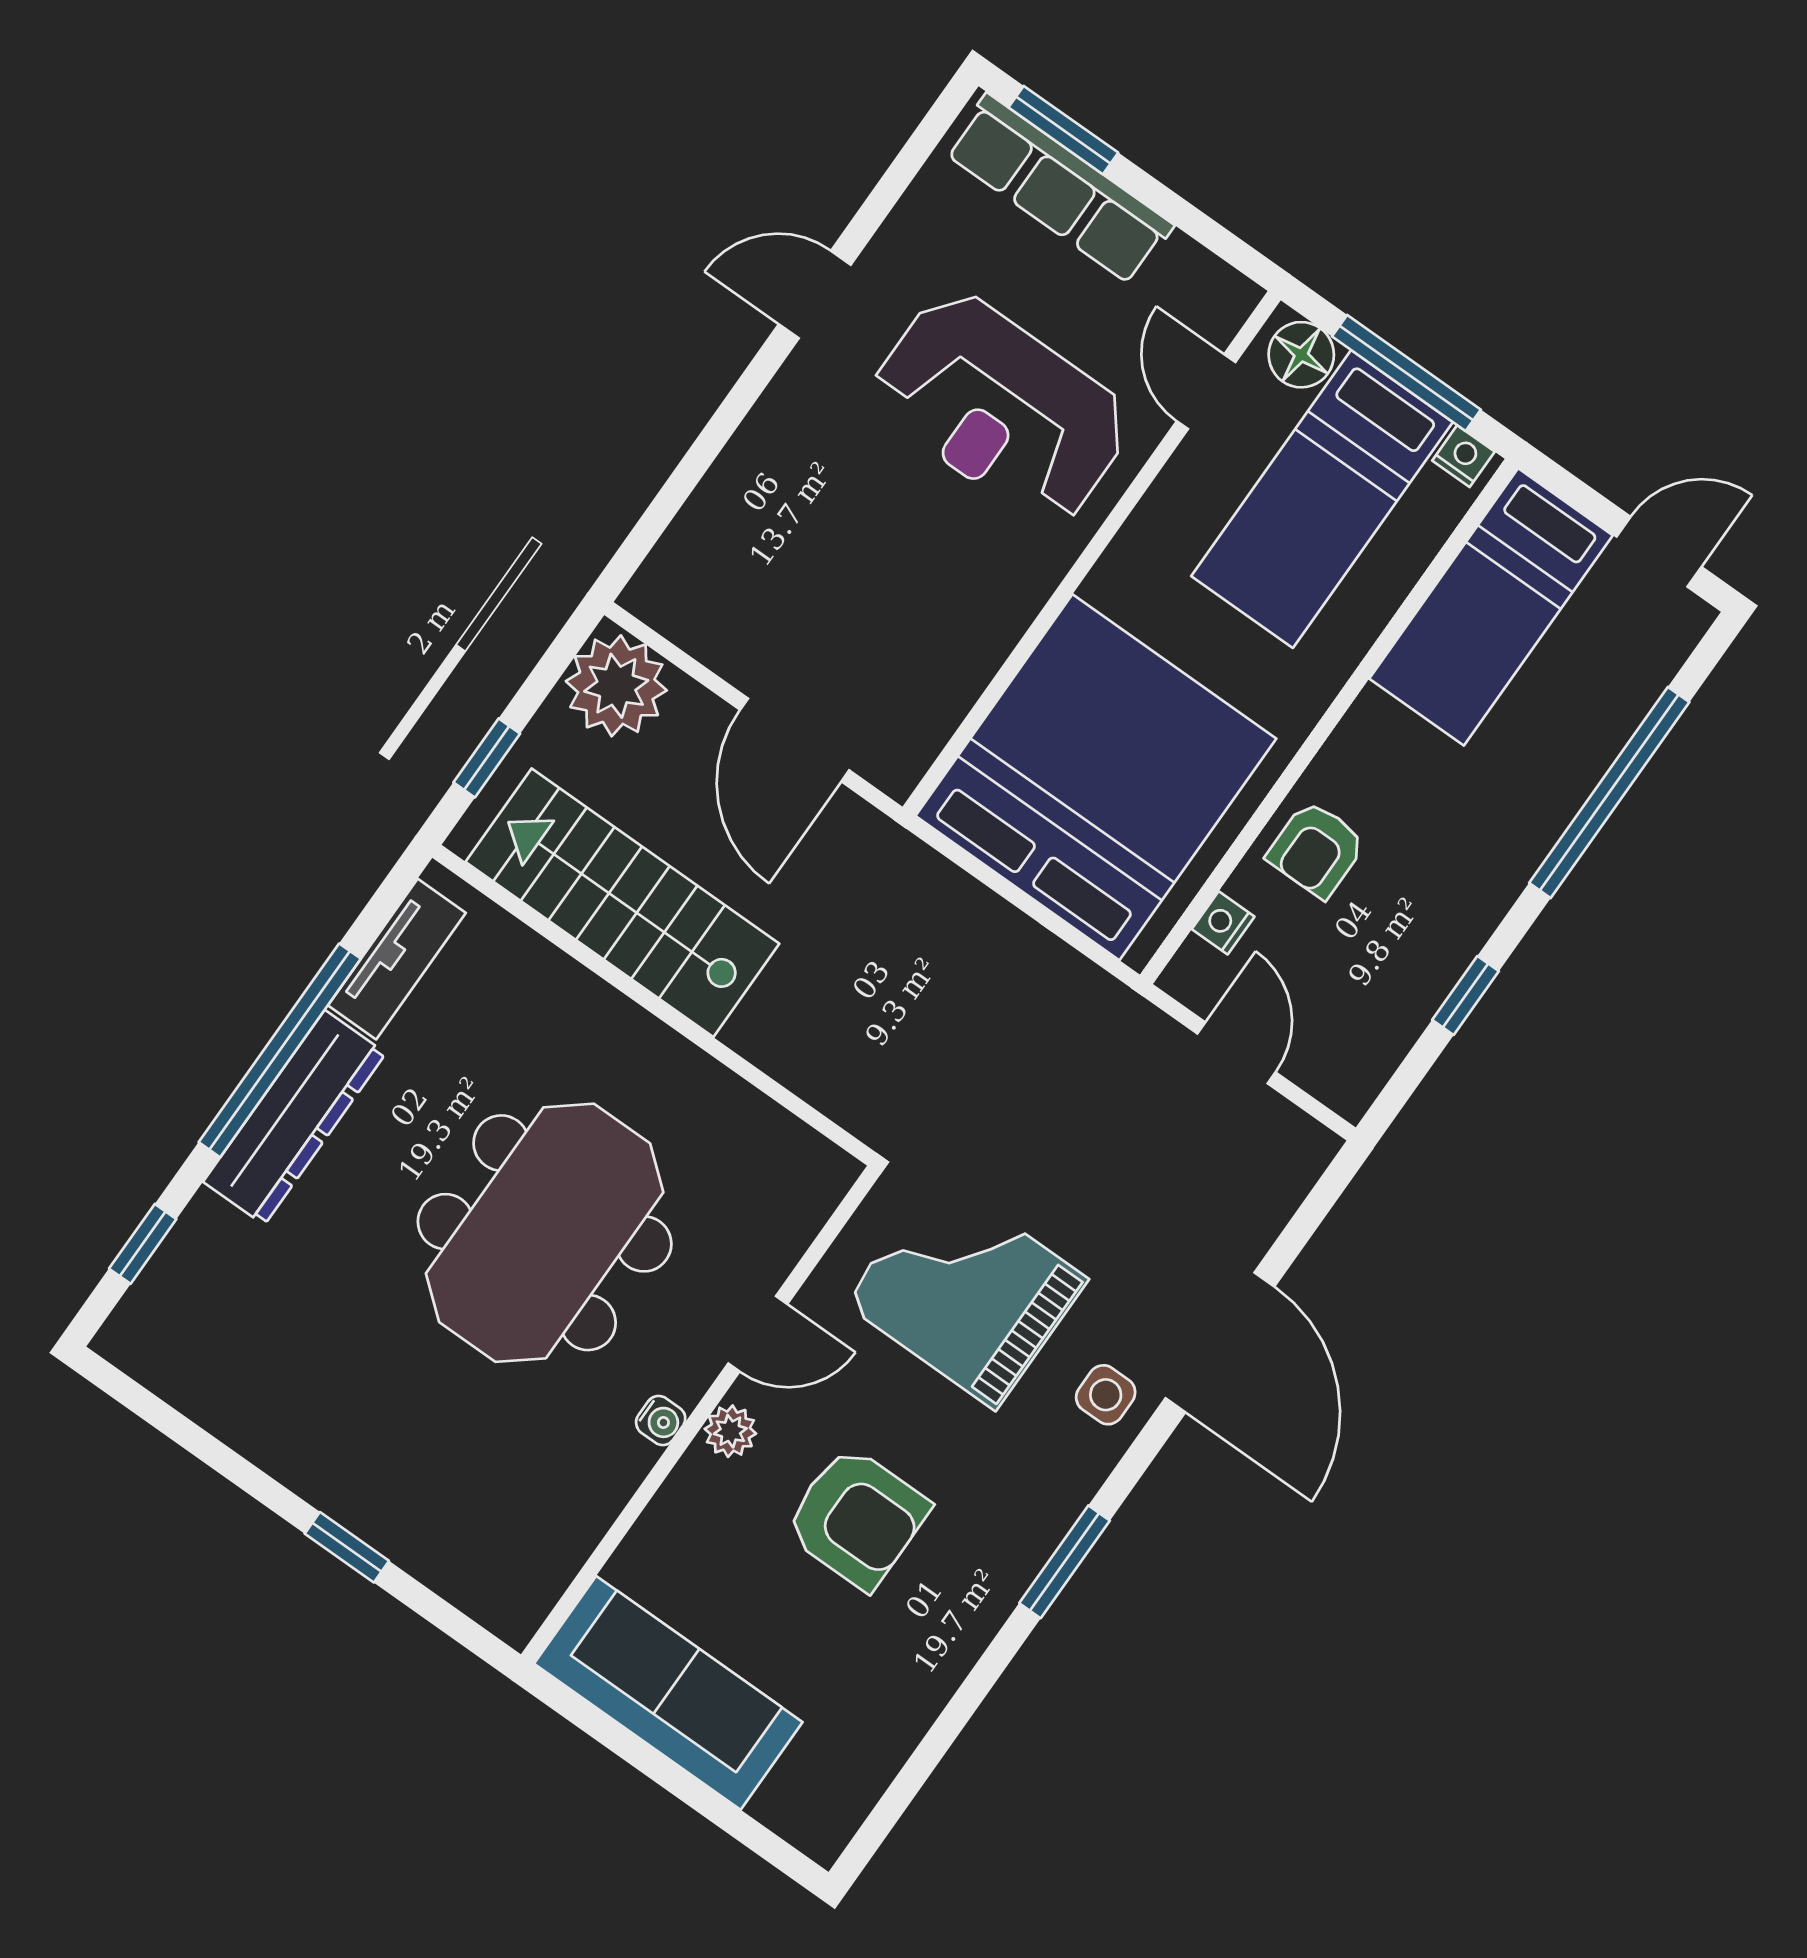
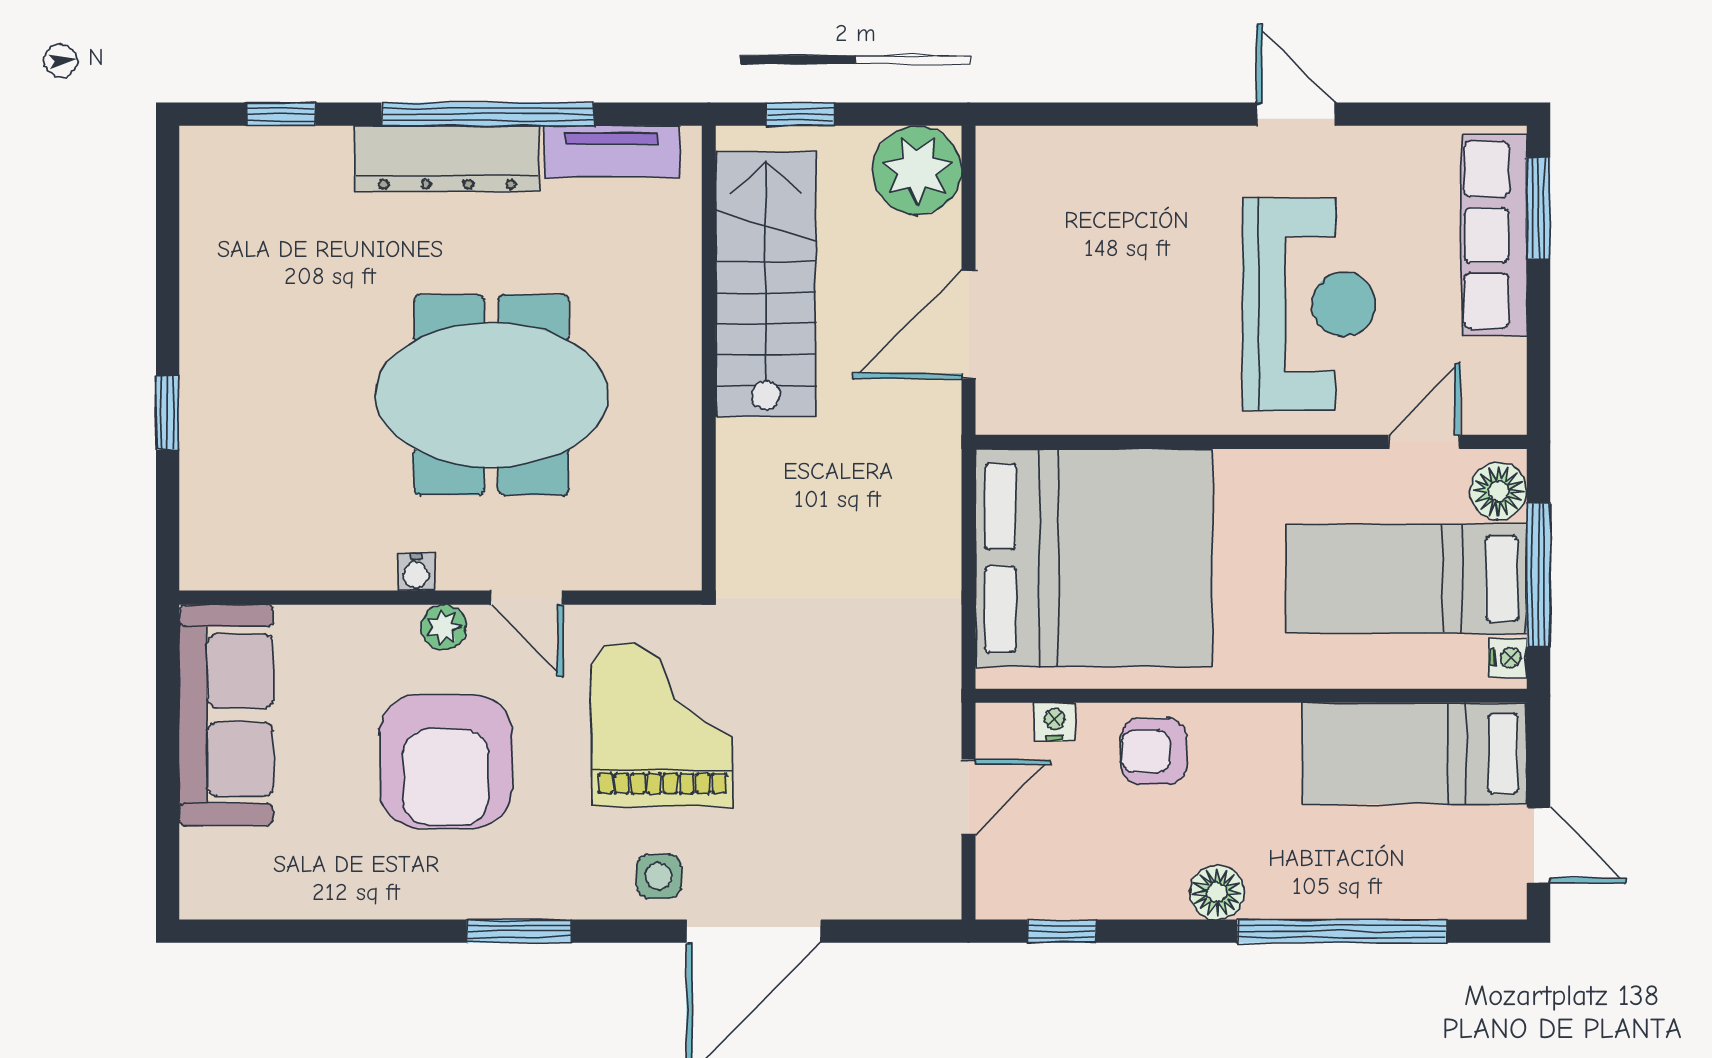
reception desk: (1001, 408) -> (1309, 304), turned 180
floor lamp: (1490, 883) -> (1217, 892), added
window: (1465, 996) -> (1062, 931), moved
armchair: (857, 1518) -> (446, 761), width x1.36, depth x1.36

